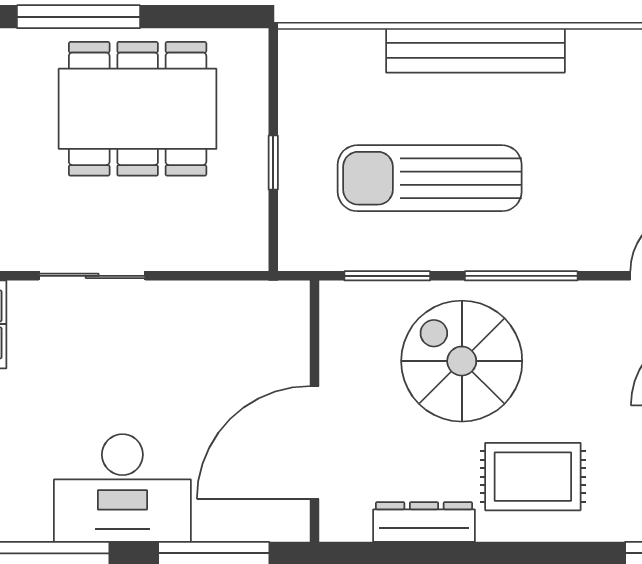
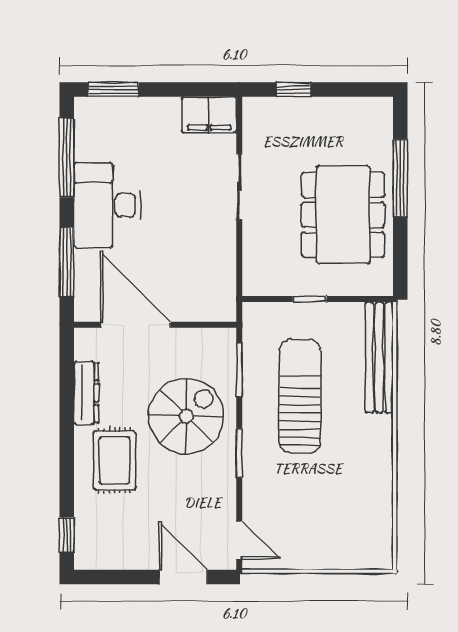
bench: (475, 50) -> (379, 357), moved
window: (521, 276) -> (239, 453), width x0.69

